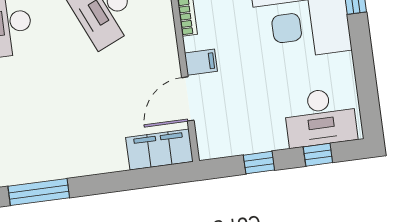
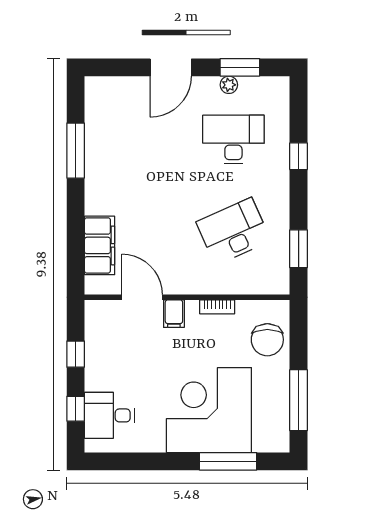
desk: (320, 117) -> (109, 415), width x0.73
filing cabinet: (160, 150) -> (100, 245), moved

